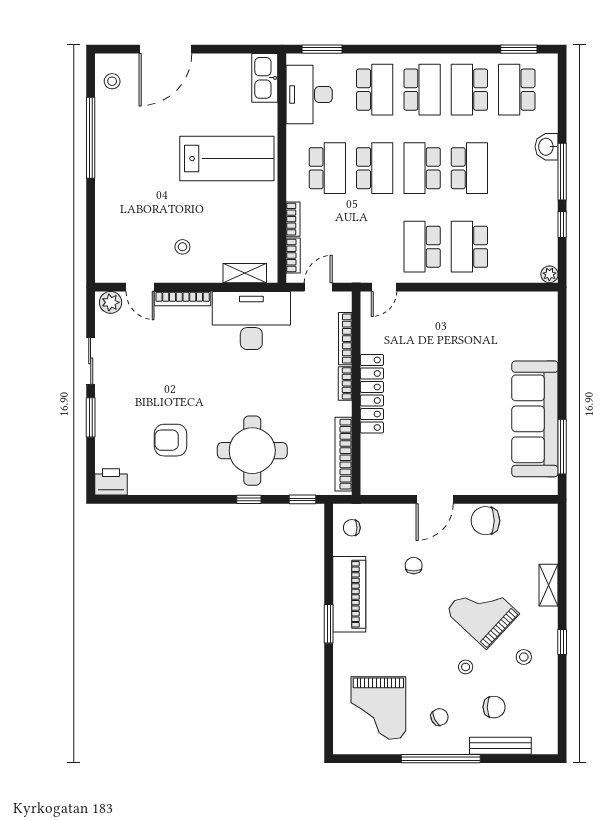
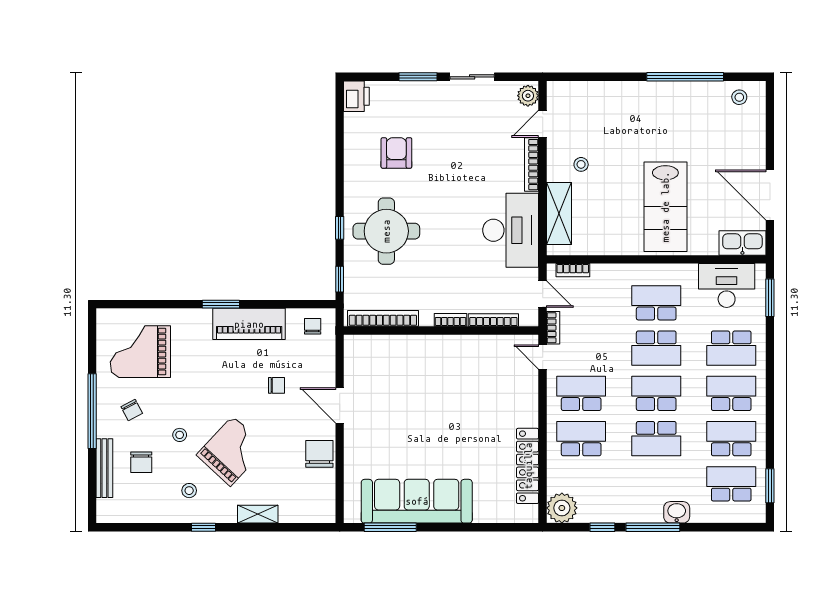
door: (165, 49) -> (770, 195), moved
school desk: (422, 90) -> (731, 393), turned 180
school desk: (327, 168) -> (656, 303), turned 180
bookcase: (293, 219) -> (553, 328), moved, turned -90
shelving: (245, 273) -> (559, 214), width x1.50, depth x1.33
plant: (549, 274) -> (562, 508), width x1.87, depth x1.87
locker: (372, 394) -> (528, 466), moved, turned 90

